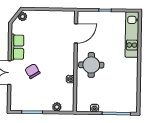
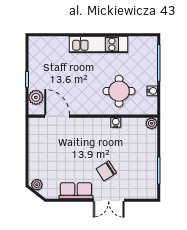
plant: (91, 17) -> (36, 97), added
kitchen unit: (132, 35) -> (98, 44), moved
round table: (91, 65) -> (119, 91), moved
plant: (57, 107) -> (152, 123), moved

